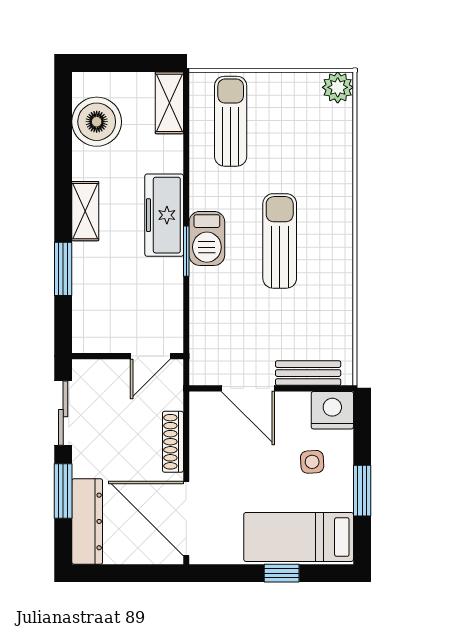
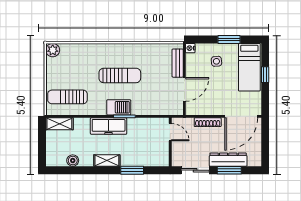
boiler: (97, 122) -> (73, 161), width x0.54, depth x0.54
sun lounger: (280, 241) -> (120, 75), turned 180
nightstand: (332, 410) -> (190, 48), width x0.53, depth x0.56
dresser: (87, 521) -> (228, 160), moved

